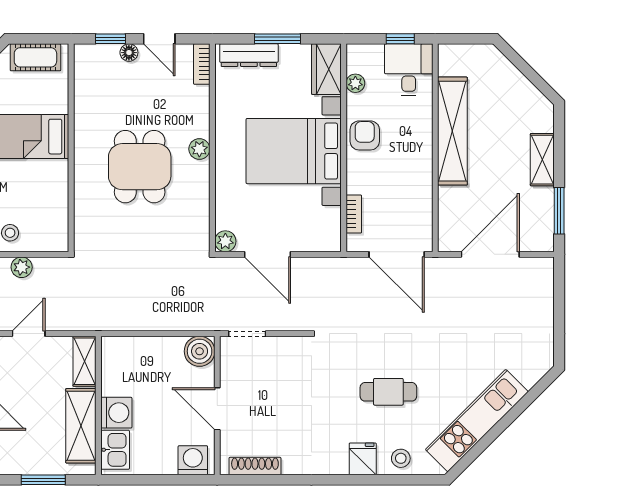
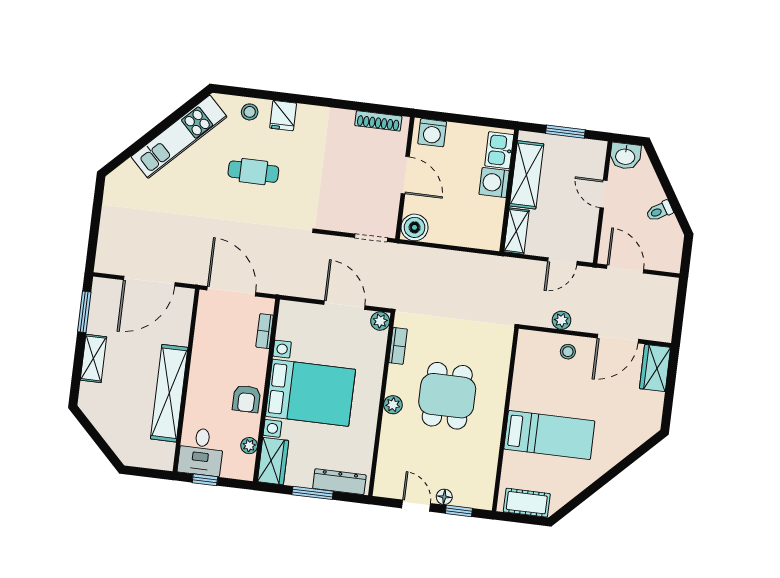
bookcase: (202, 64) -> (398, 346), moved

